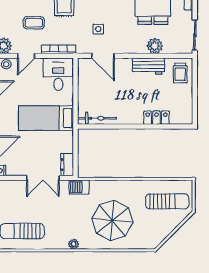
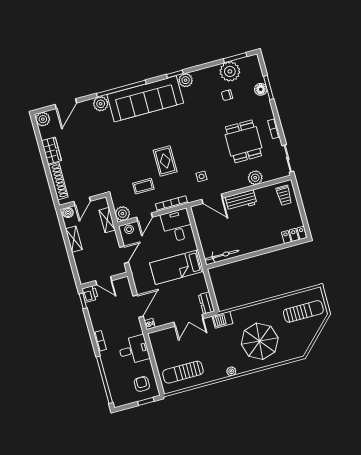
workbench: (149, 66) -> (241, 201), moved
locker: (156, 118) -> (294, 235), moved

